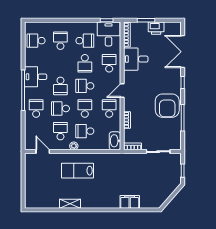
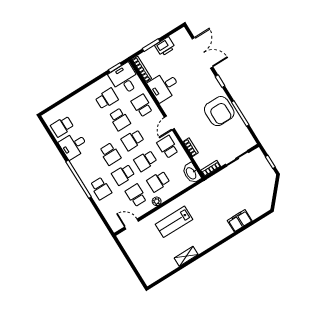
school desk: (60, 41) -> (84, 113), removed
double door: (183, 52) -> (202, 53), swing flipped
desk: (36, 77) -> (73, 145), moved
school desk: (36, 109) -> (101, 189), turned 180
school desk: (85, 109) -> (145, 161), turned -90

